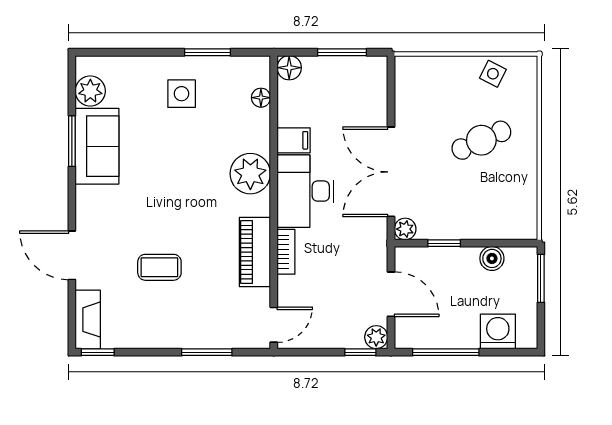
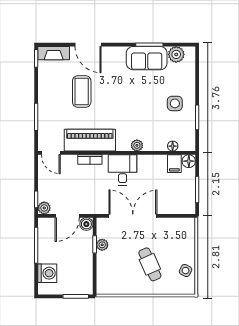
filing cabinet: (294, 140) -> (174, 164), moved
plant: (250, 174) -> (137, 145), width x0.53, depth x0.53
desk: (305, 191) -> (123, 170), width x0.73
plant: (405, 229) -> (102, 245), moved
piano: (255, 252) -> (90, 140), width x1.37, depth x1.33
door: (72, 255) -> (88, 45), swing flipped
boiler: (492, 258) -> (86, 224), moved
coffee table: (159, 267) -> (82, 92), width x1.36, depth x1.30

